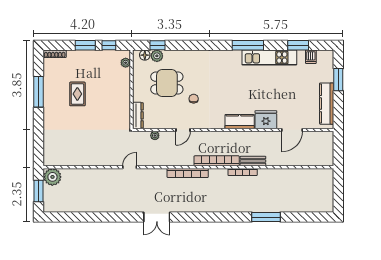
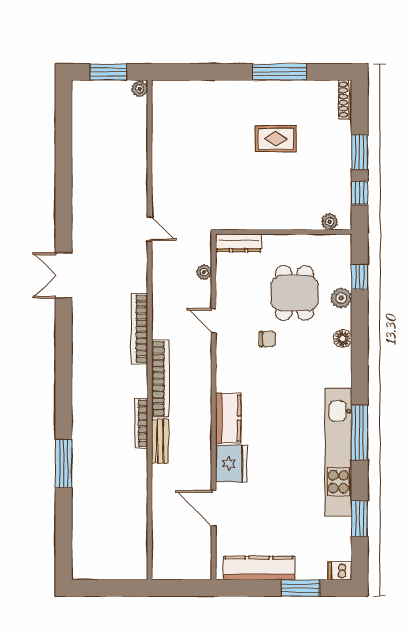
floor lamp: (145, 55) -> (343, 339), moved
plant: (157, 56) -> (341, 298), moved
dishwasher: (311, 57) -> (340, 571), moved
kitchen unit: (269, 58) -> (338, 452), width x1.36
plant: (52, 177) -> (140, 89), width x0.53, depth x0.53

